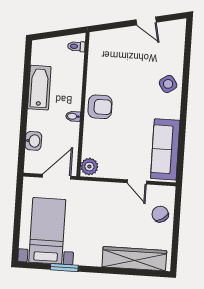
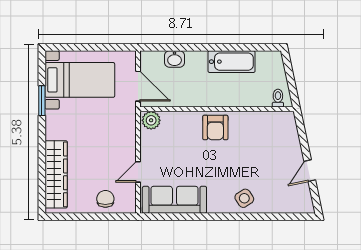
bidet: (73, 116) -> (203, 100), removed
chair: (160, 214) -> (105, 199), turned -57

